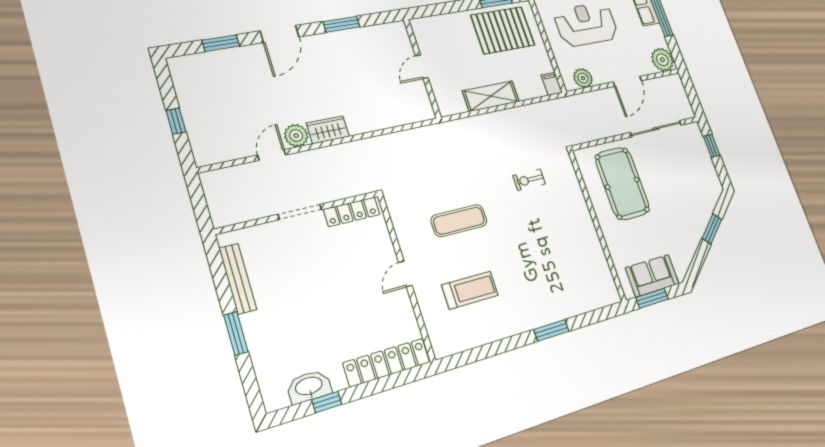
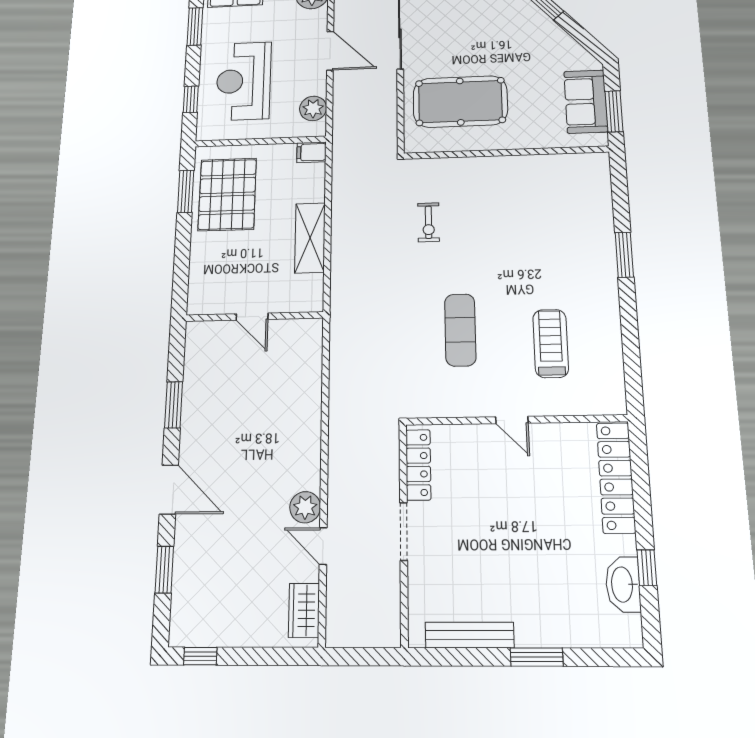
window: (176, 121) -> (200, 656), moved
wardrobe: (328, 130) -> (304, 610), moved

